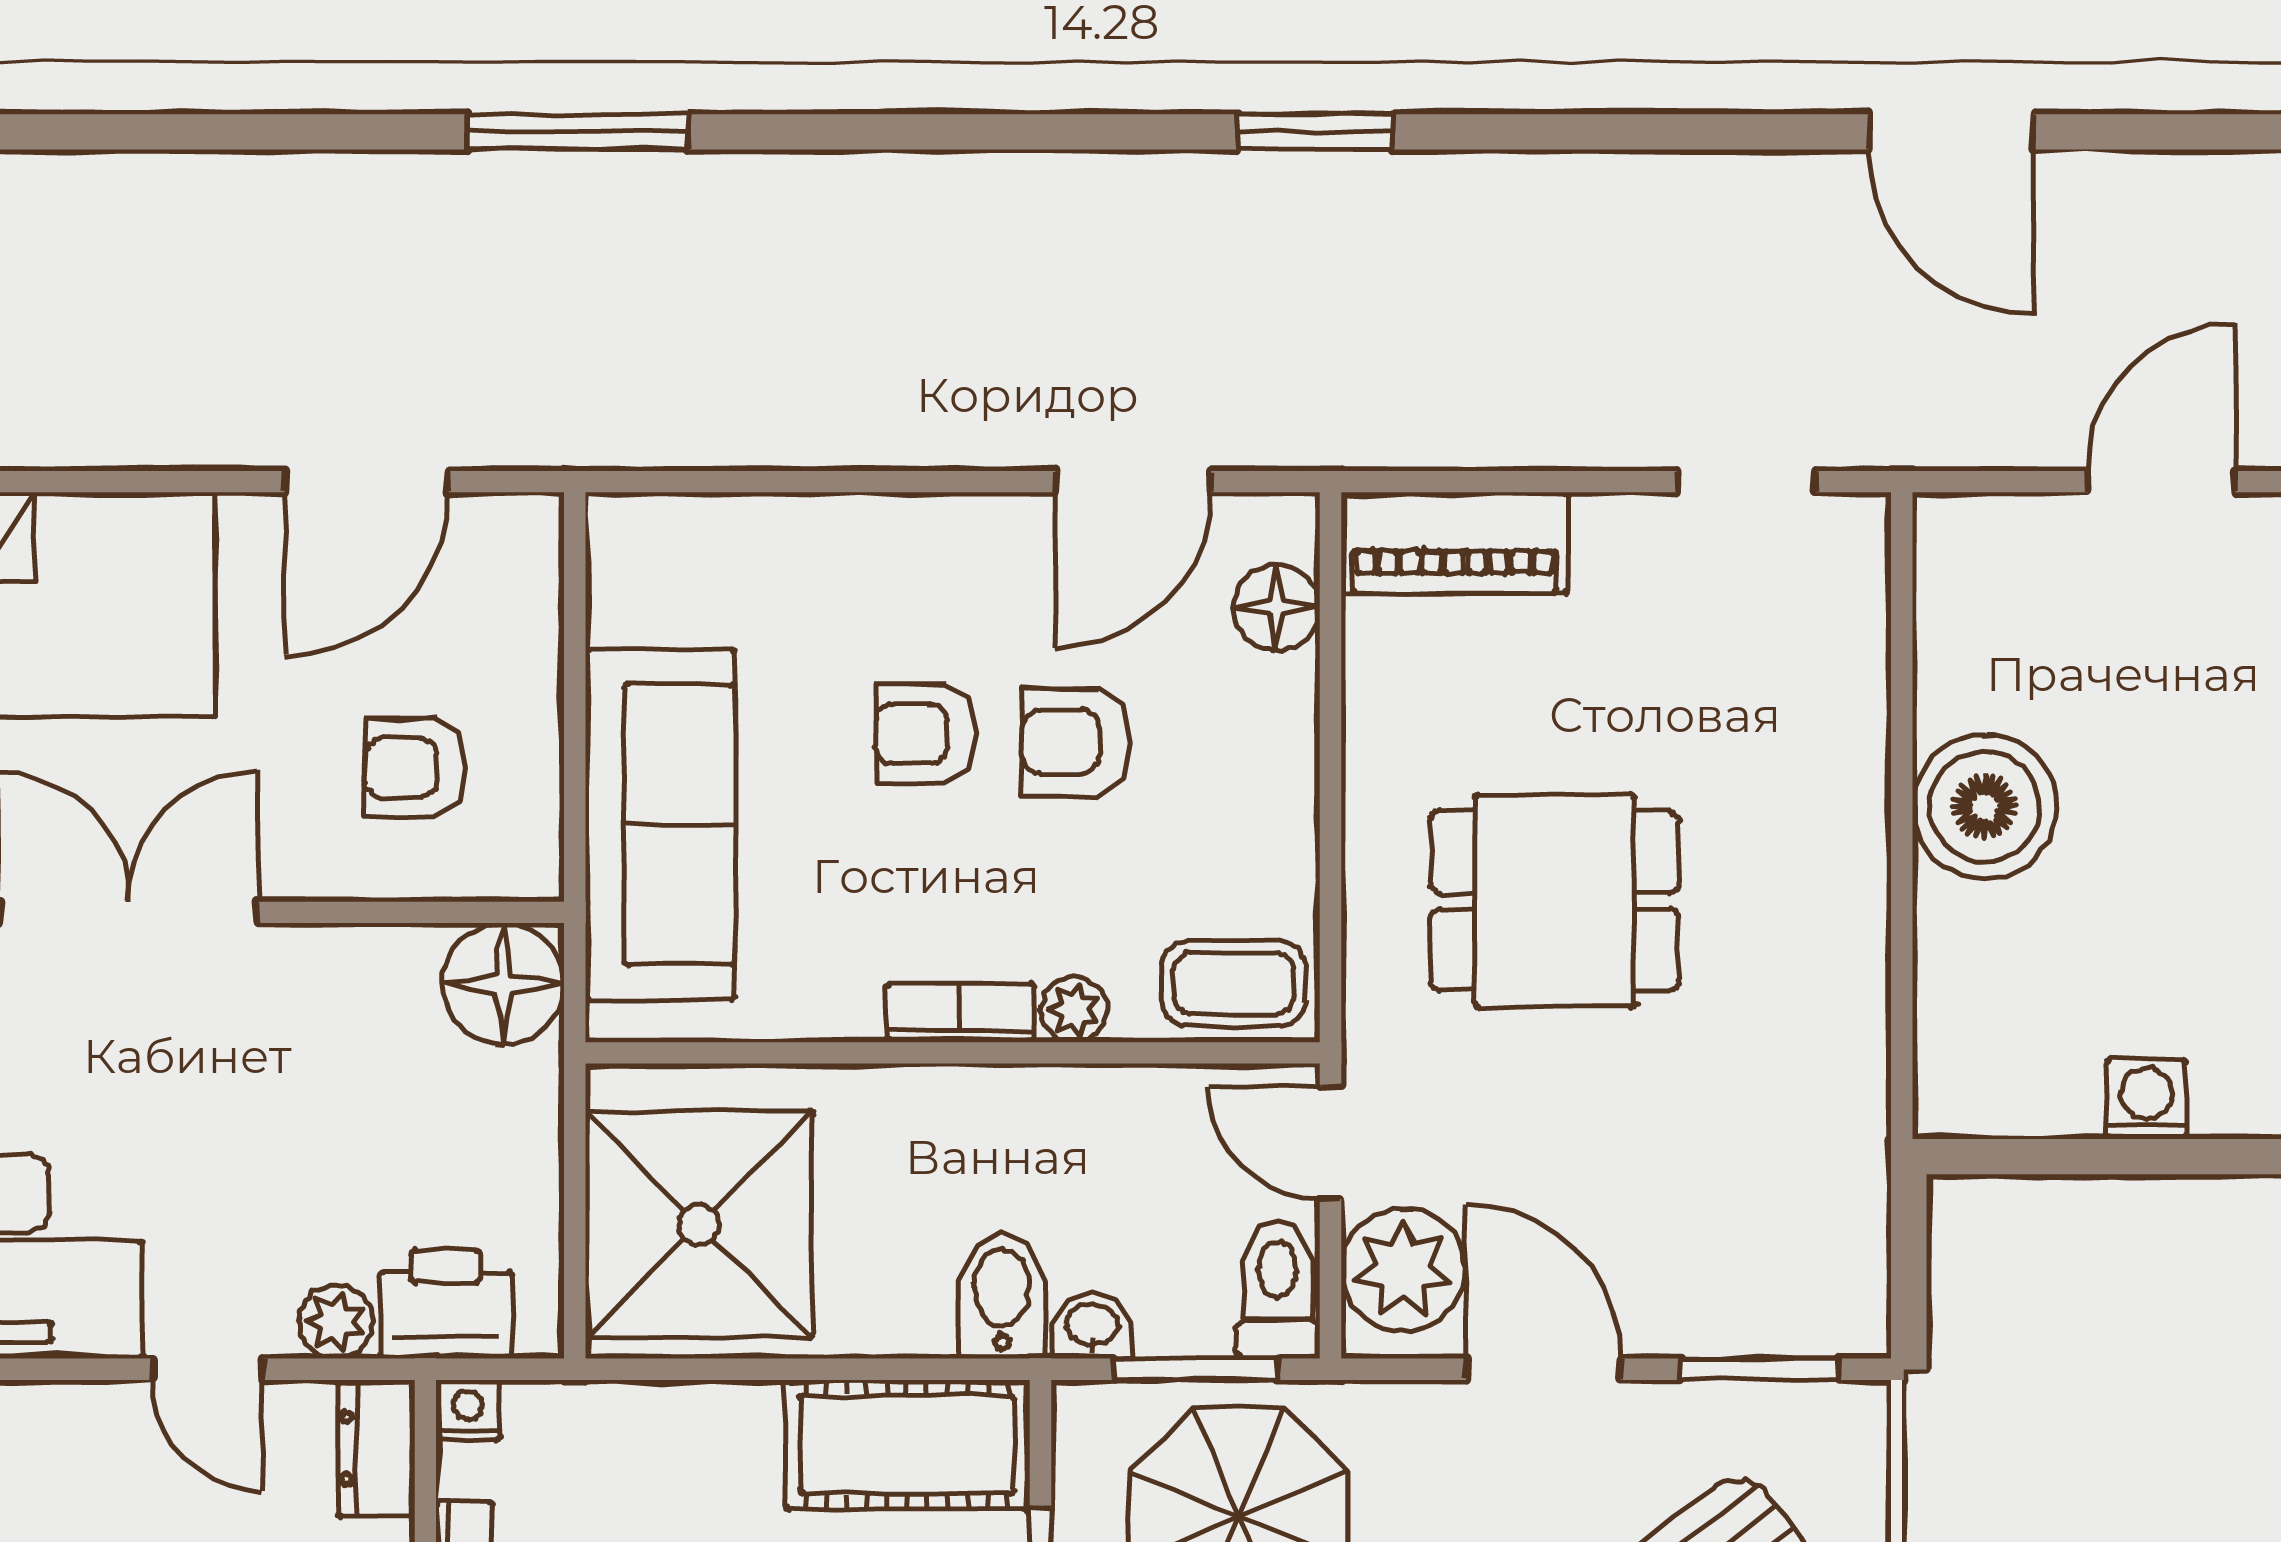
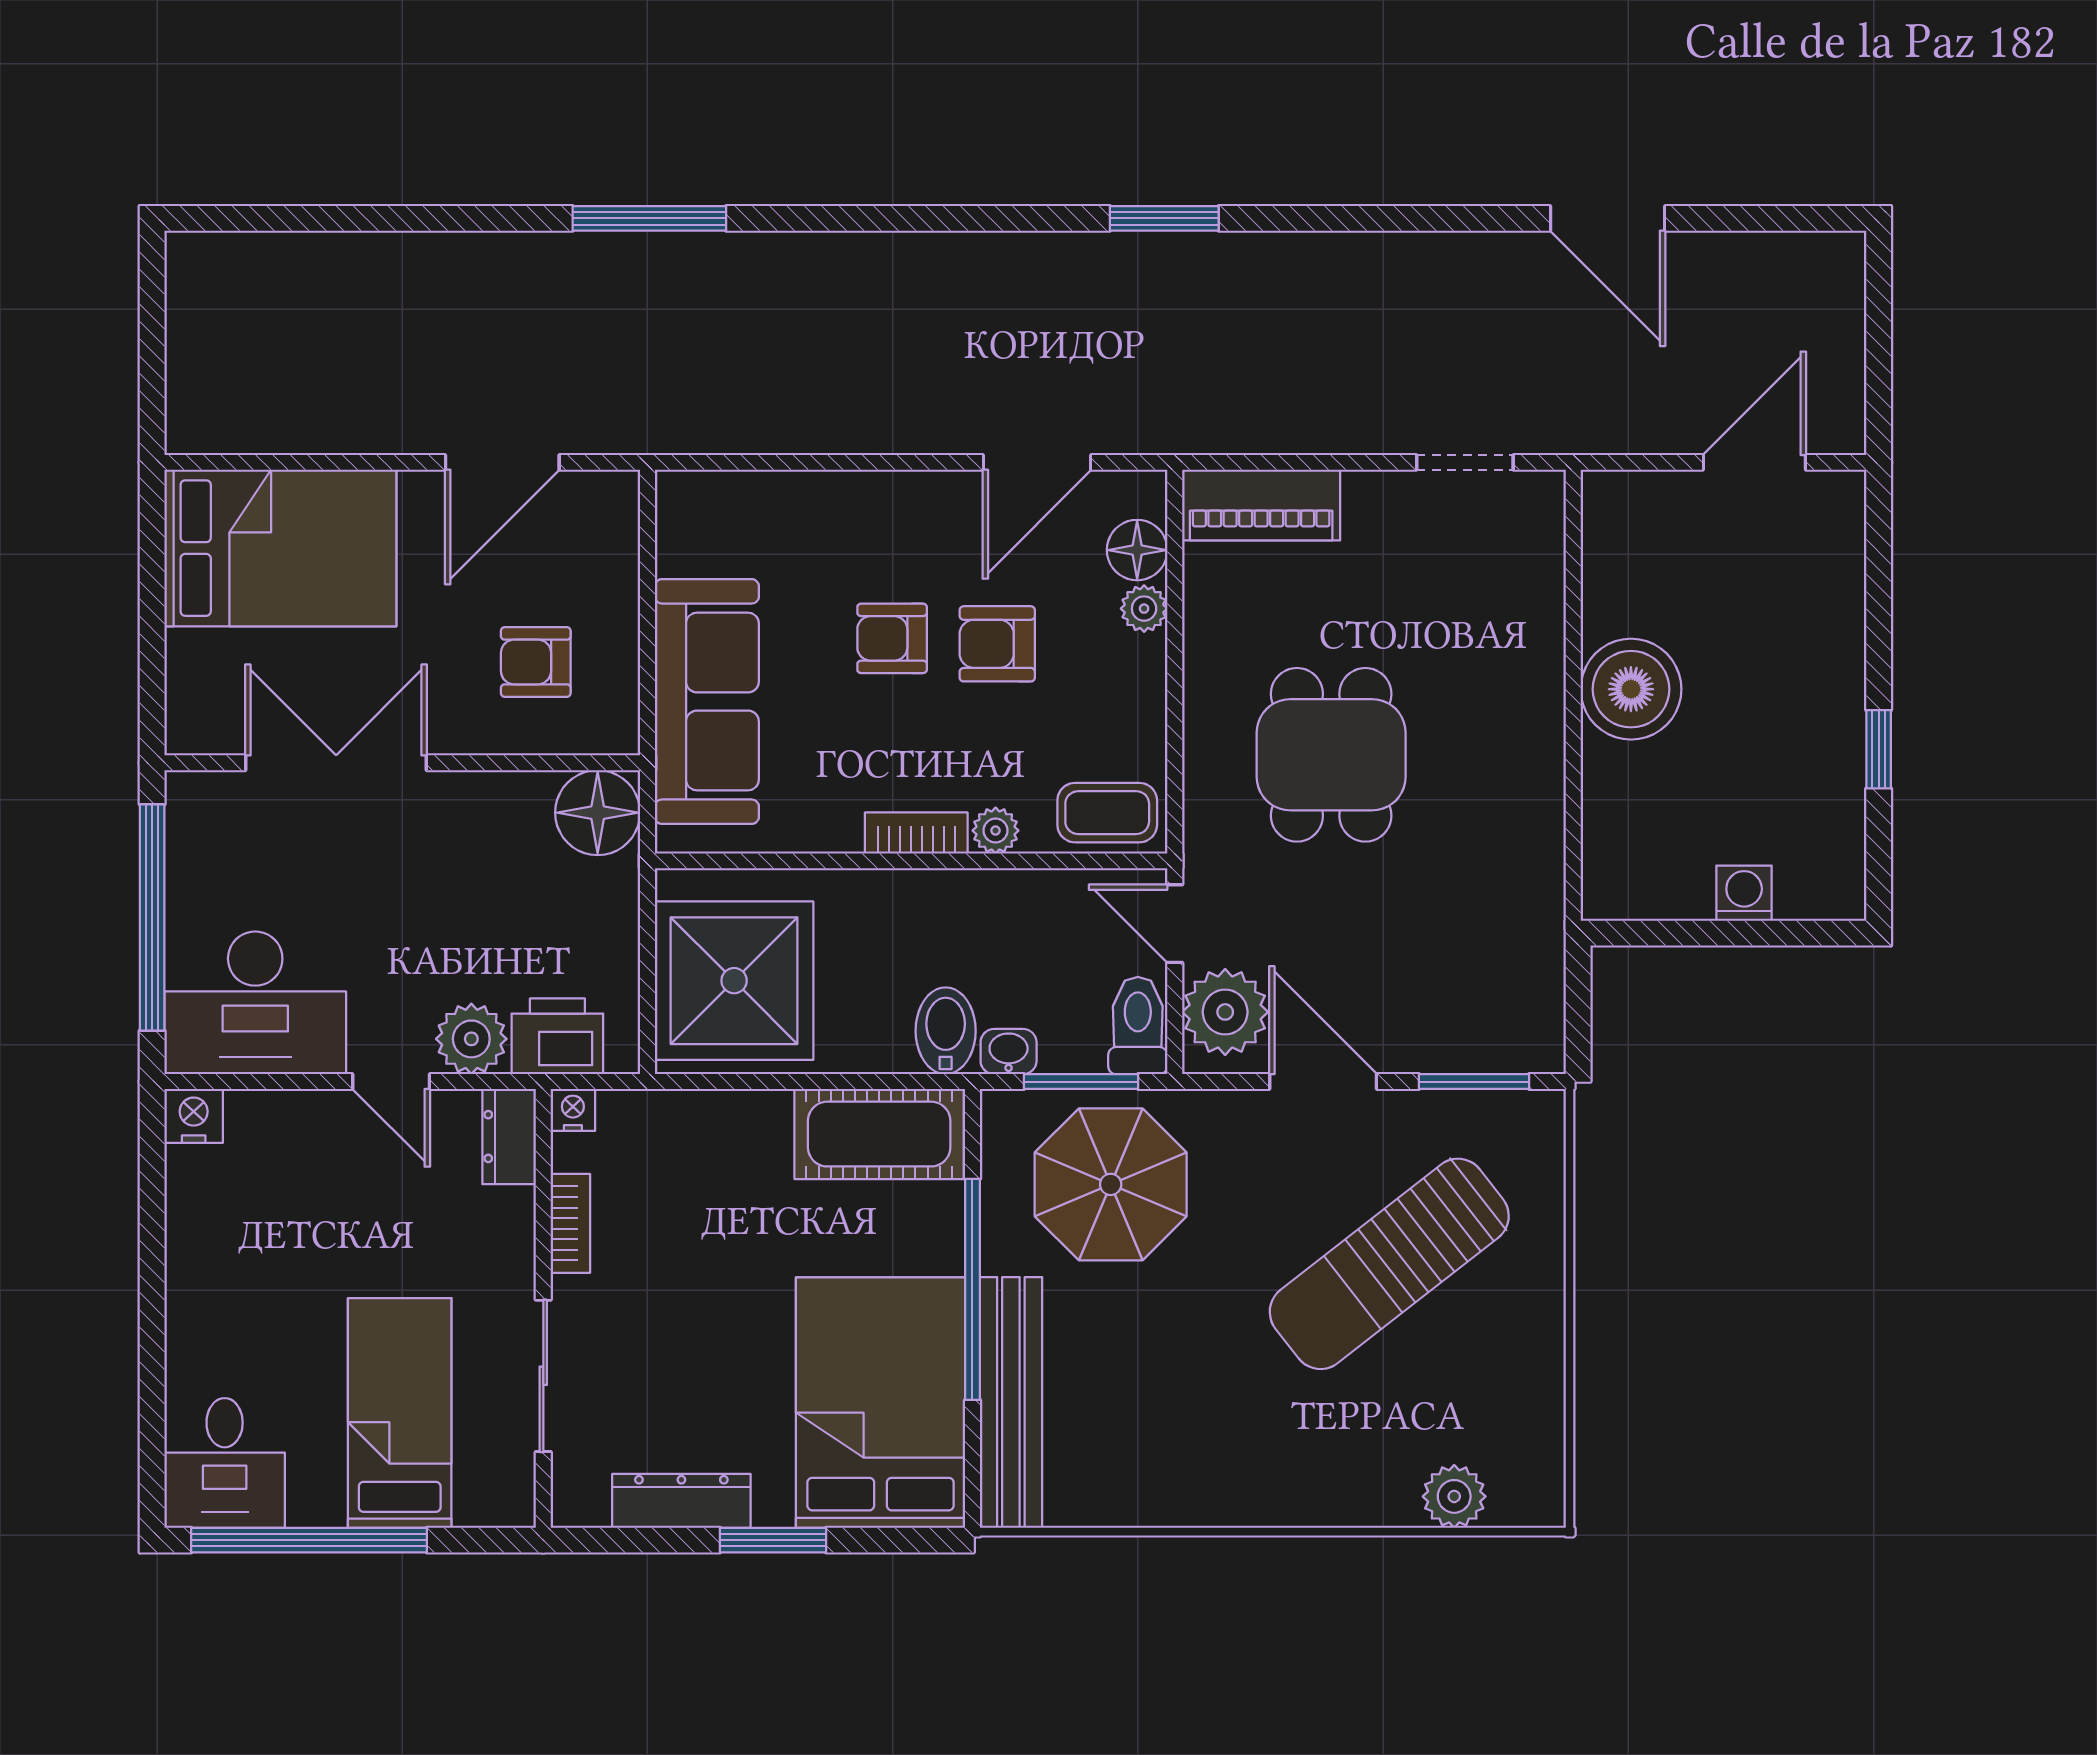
plant: (1287, 691) -> (1144, 609), added
dining table: (1555, 901) -> (1331, 755), turned 90
plant: (336, 1322) -> (471, 1039), width x1.38, depth x1.38

